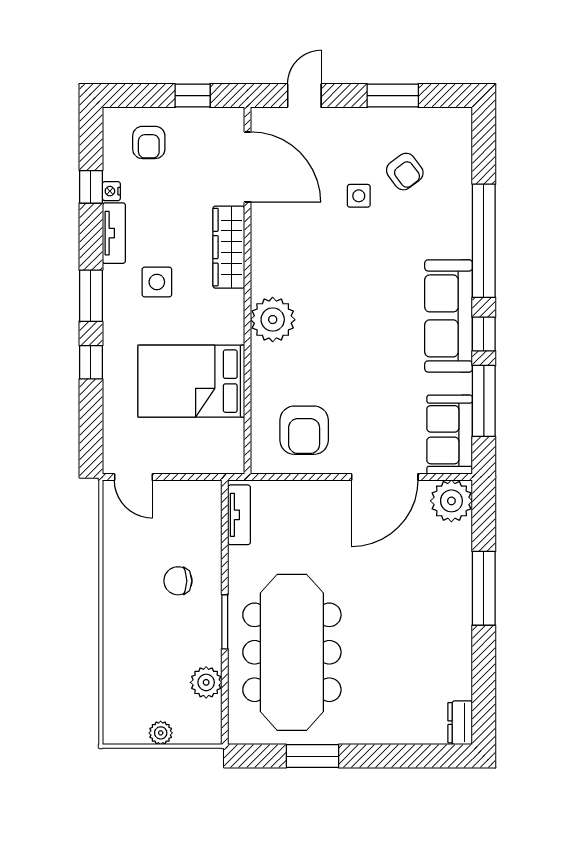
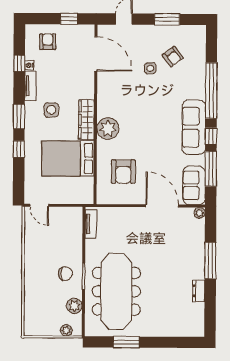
armchair: (149, 142) -> (48, 42), turned 180
wardrobe: (229, 247) -> (86, 120), moved
armchair: (304, 430) -> (123, 172), moved
door: (385, 477) -> (162, 206), swing flipped
plant: (451, 501) -> (200, 213), width x0.53, depth x0.53
chair: (178, 581) -> (65, 274), moved, turned 180
dresser: (460, 723) -> (199, 291), moved
plant: (161, 733) -> (66, 330), moved

